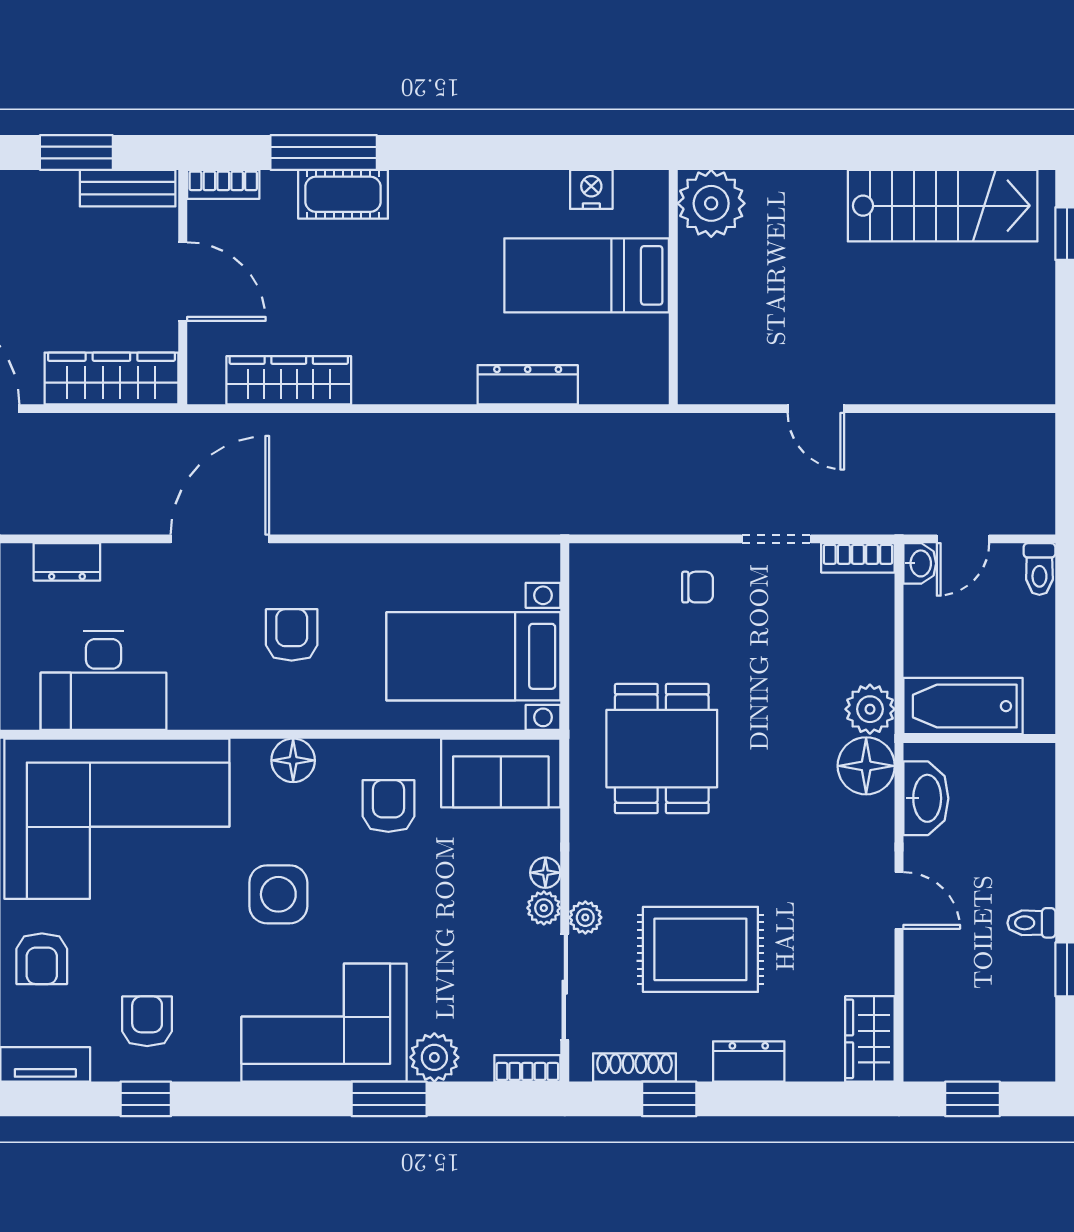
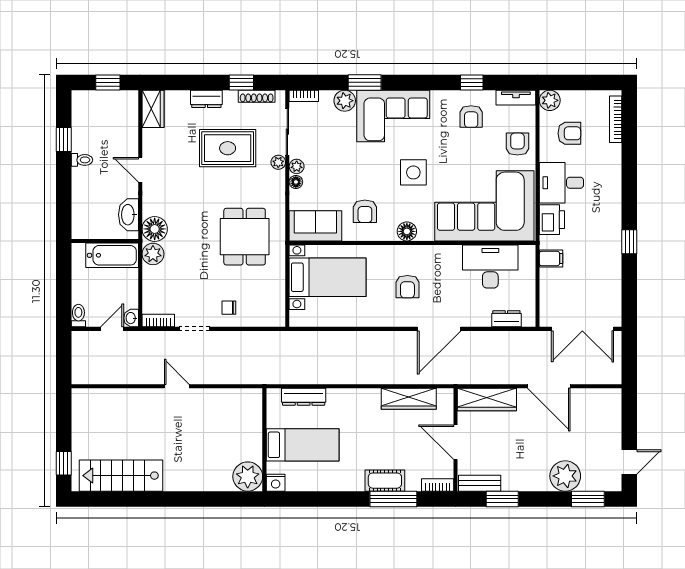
plant: (711, 203) -> (248, 477), moved
bed: (587, 275) -> (303, 445), moved
wall: (673, 287) -> (264, 440), moved

